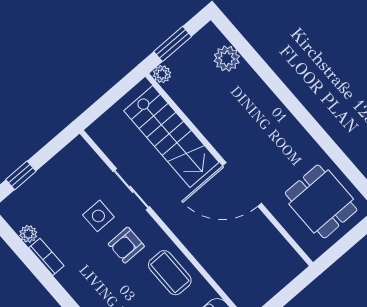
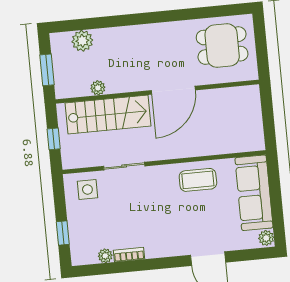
plant: (162, 74) -> (98, 88), moved
window: (108, 99) -> (54, 139), added
side table: (98, 216) -> (87, 190), moved
armchair: (126, 245) -> (159, 196), removed

